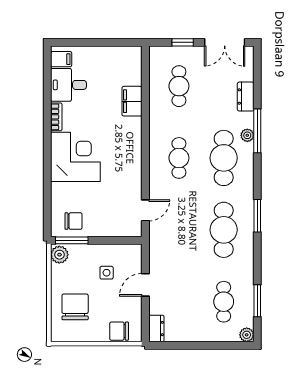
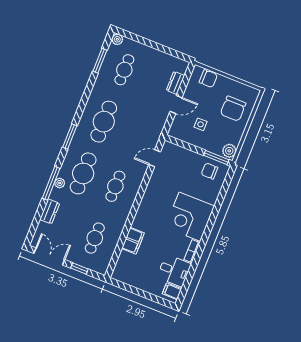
window: (257, 216) -> (70, 137), moved
dresser: (156, 329) -> (175, 83), moved

